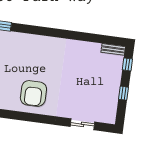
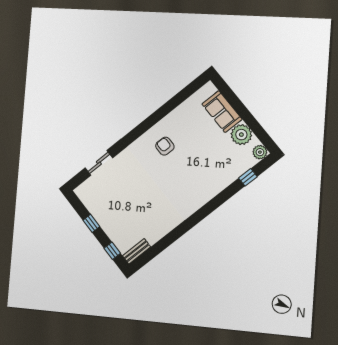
armchair: (33, 93) -> (165, 146), width x0.53, depth x0.53

